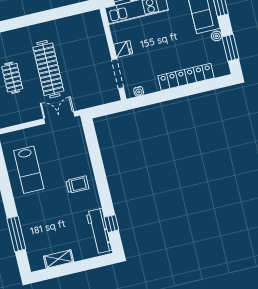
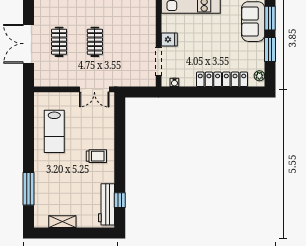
plant: (216, 36) -> (259, 76), moved
window: (231, 48) -> (270, 50), moved
clothes rail: (48, 69) -> (95, 42), width x0.54, depth x0.76
double door: (59, 118) -> (94, 89), swing flipped

